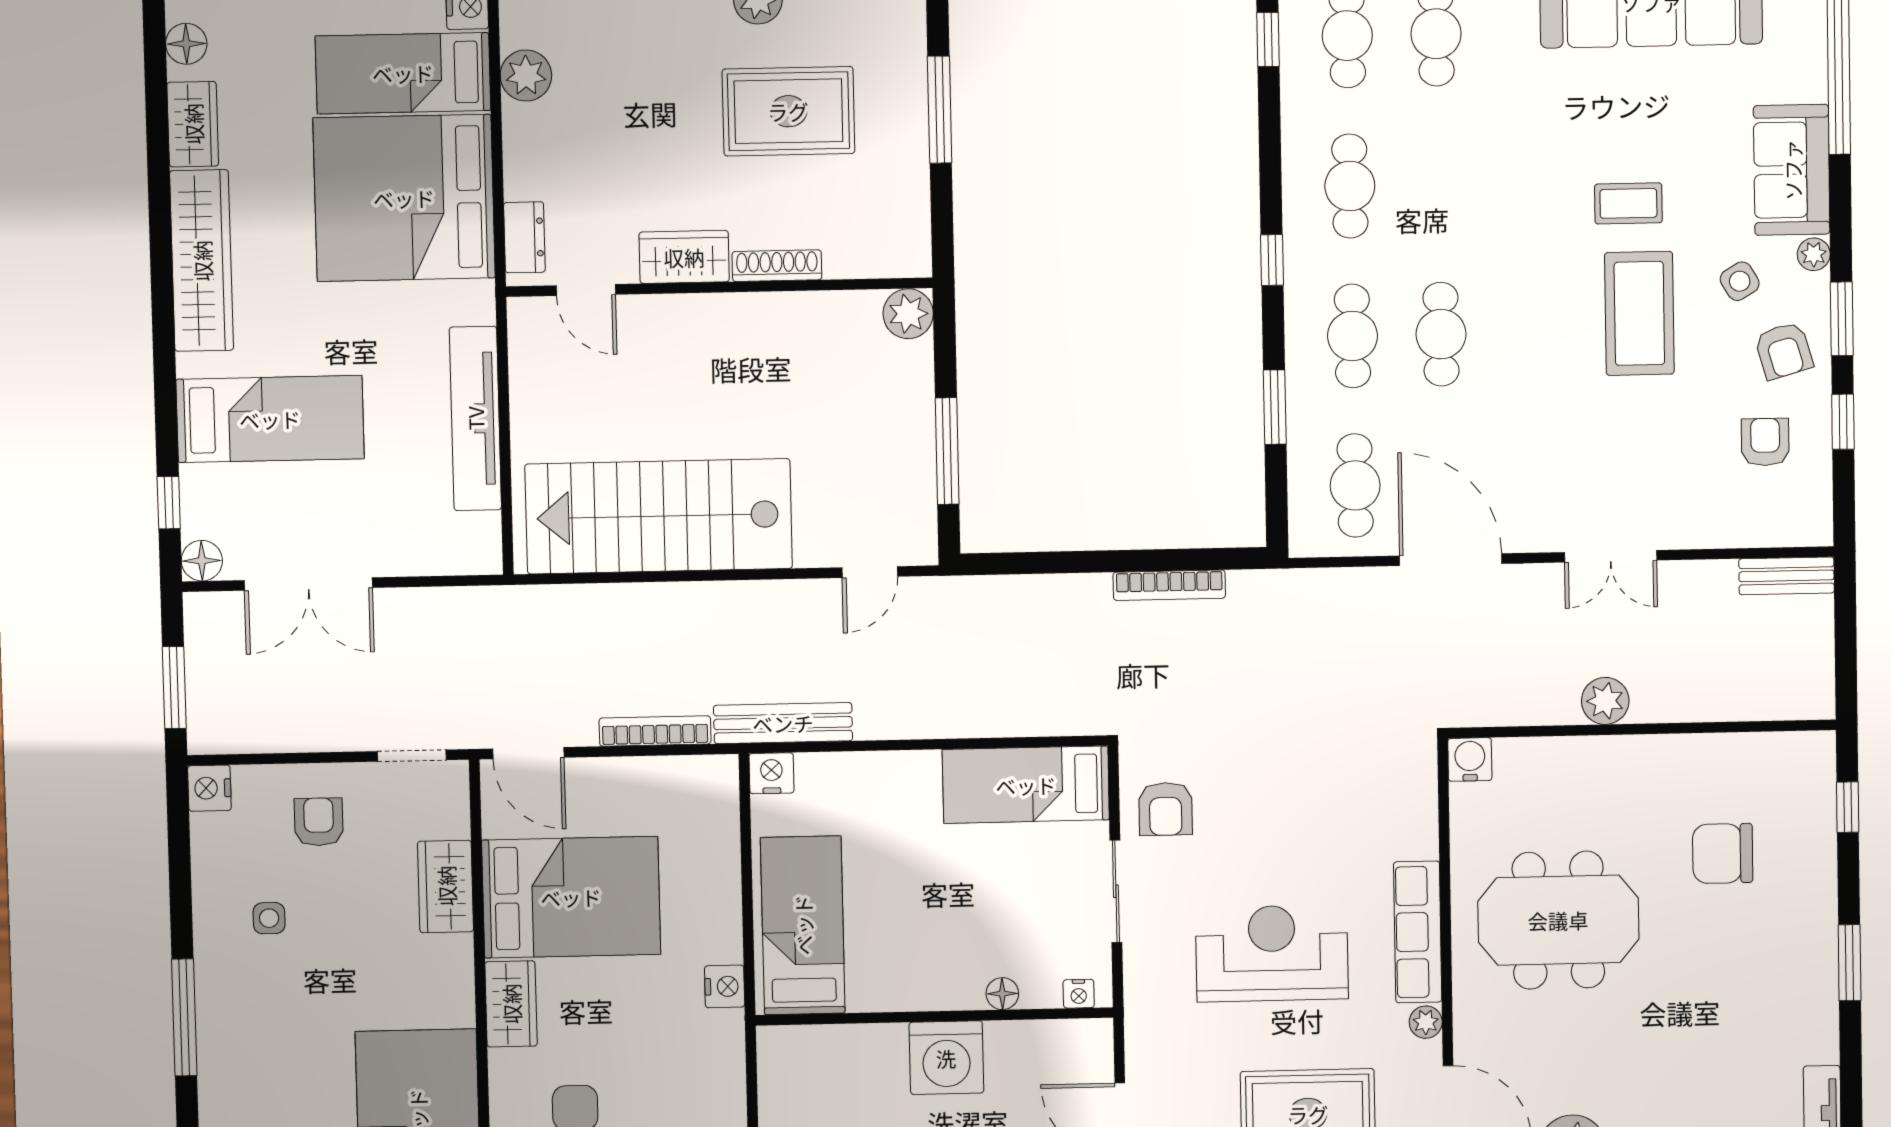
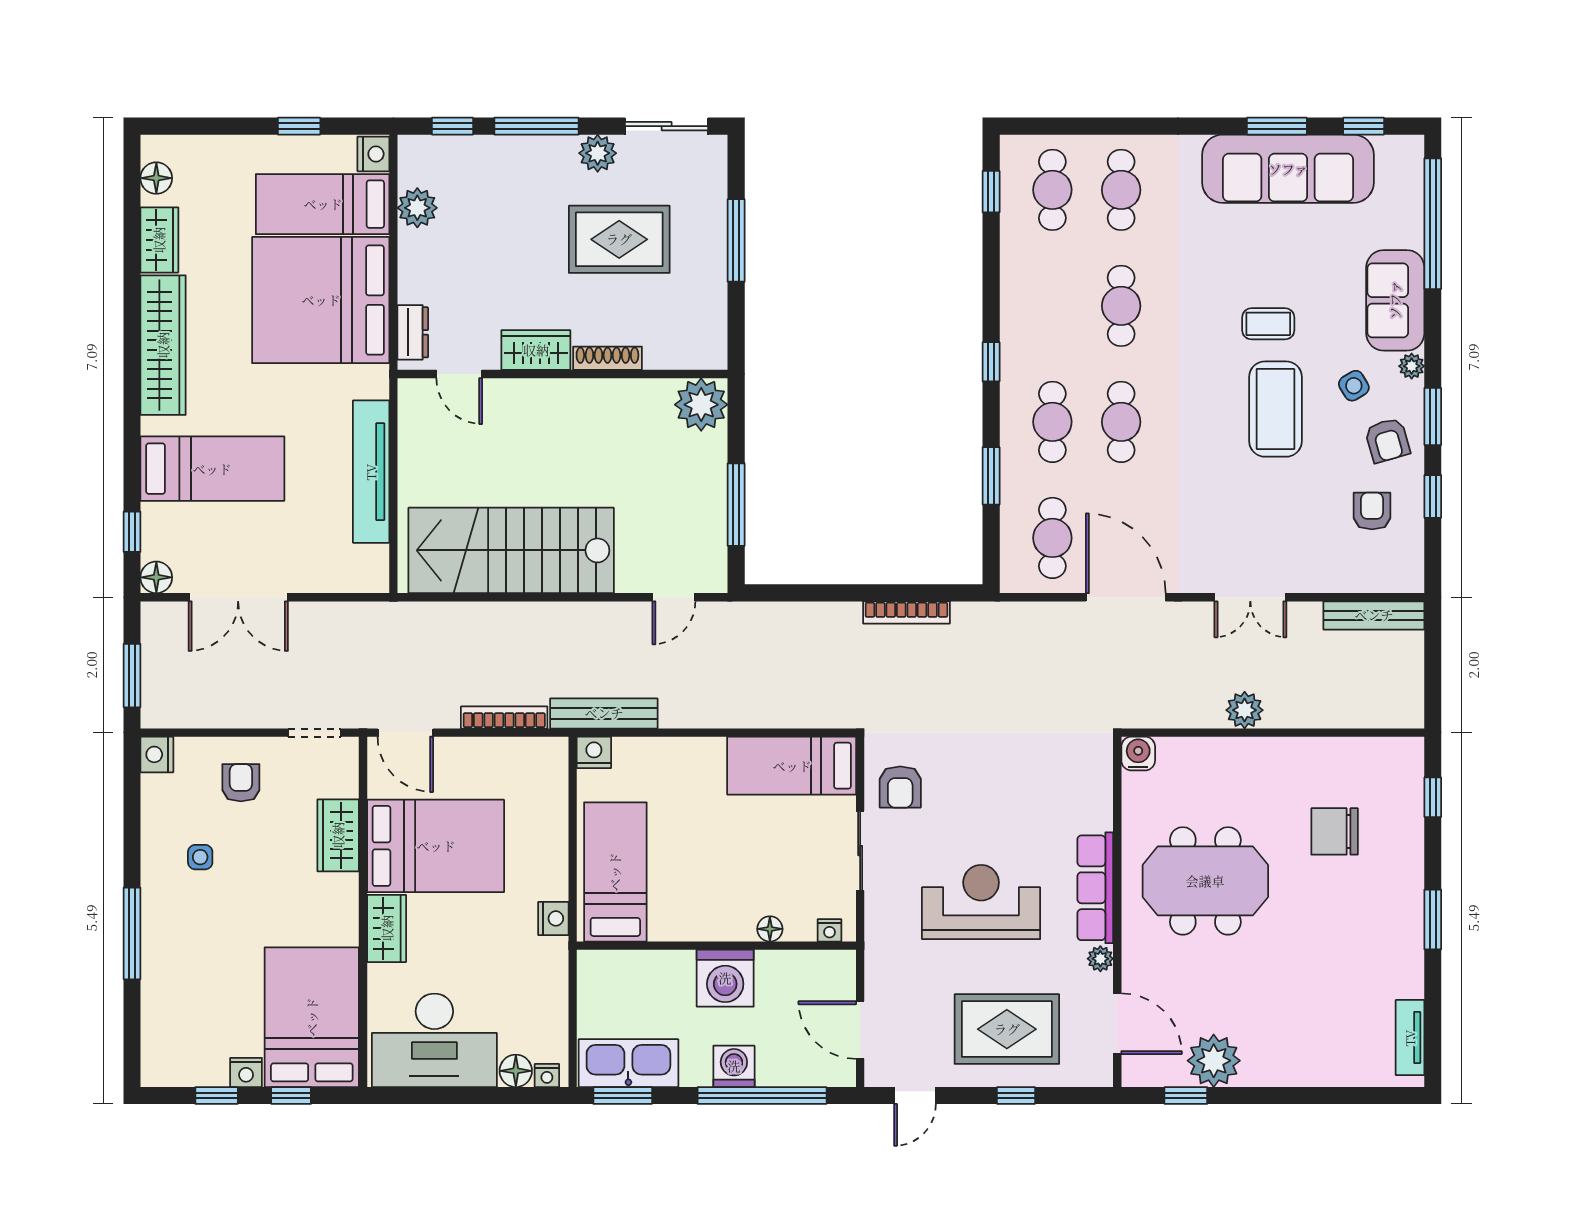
cafe table: (1350, 186) -> (1121, 306), moved
plant: (908, 314) -> (701, 405), width x1.36, depth x1.36
bench: (1787, 576) -> (1374, 615), width x1.36

